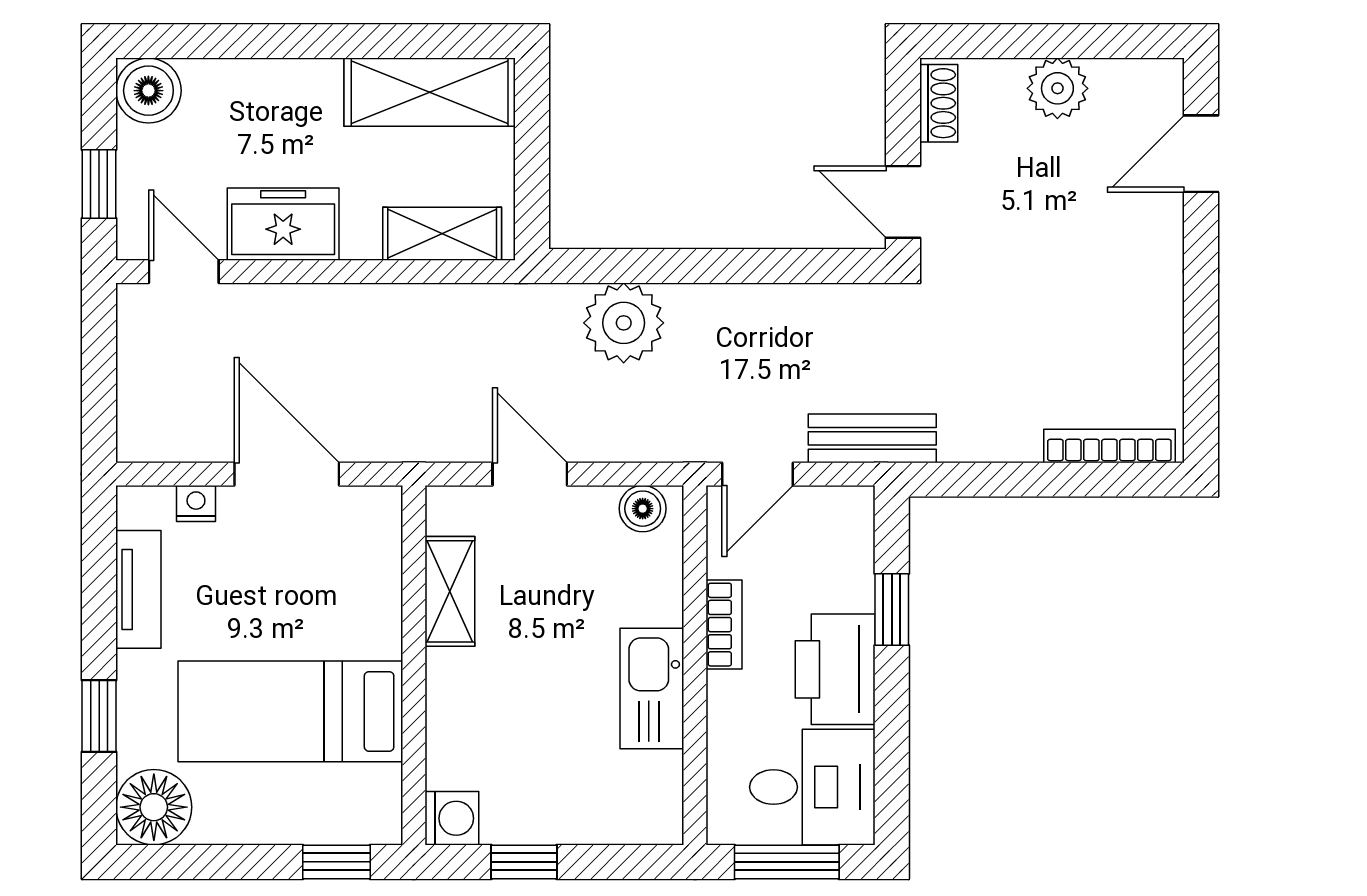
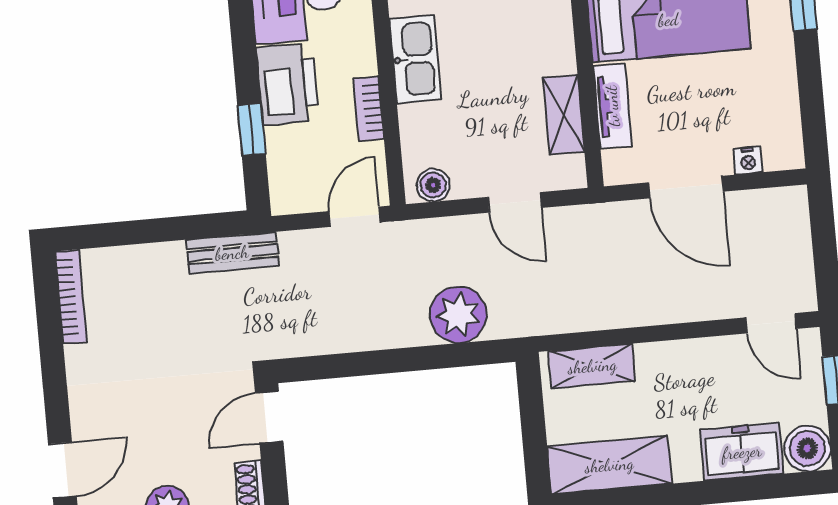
door: (903, 202) -> (269, 417), swing flipped
freezer: (283, 224) -> (742, 452), moved, turned 180
bench: (872, 438) -> (232, 253), moved
bookcase: (1109, 446) -> (71, 297), moved, turned -90
tv unit: (138, 589) -> (612, 106), moved, turned 180

